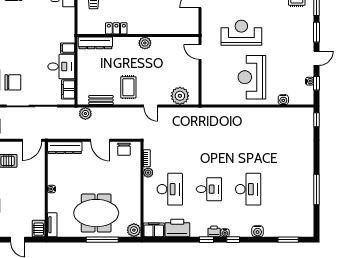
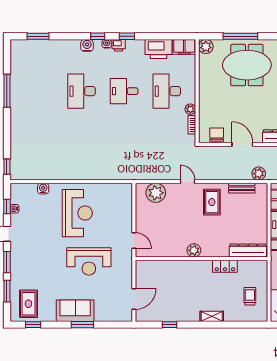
water cooler: (258, 231) -> (87, 45), moved

